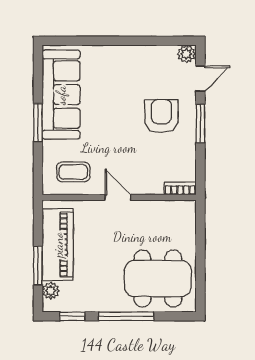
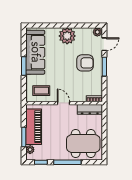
plant: (125, 62) -> (67, 36), added
armchair: (161, 116) -> (85, 63), turned 90
dresser: (171, 210) -> (90, 109), added

